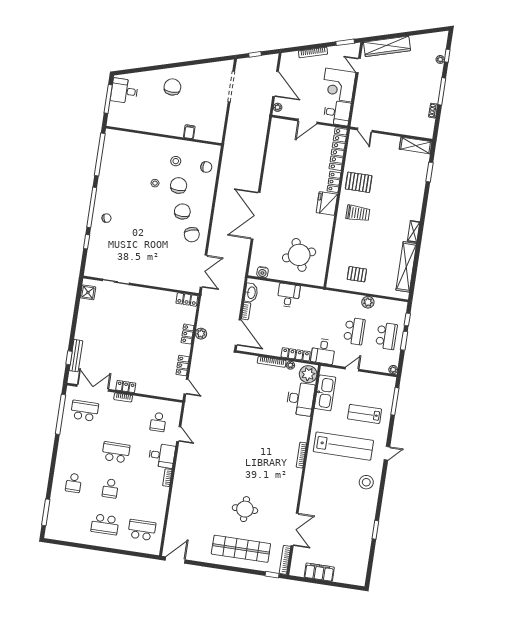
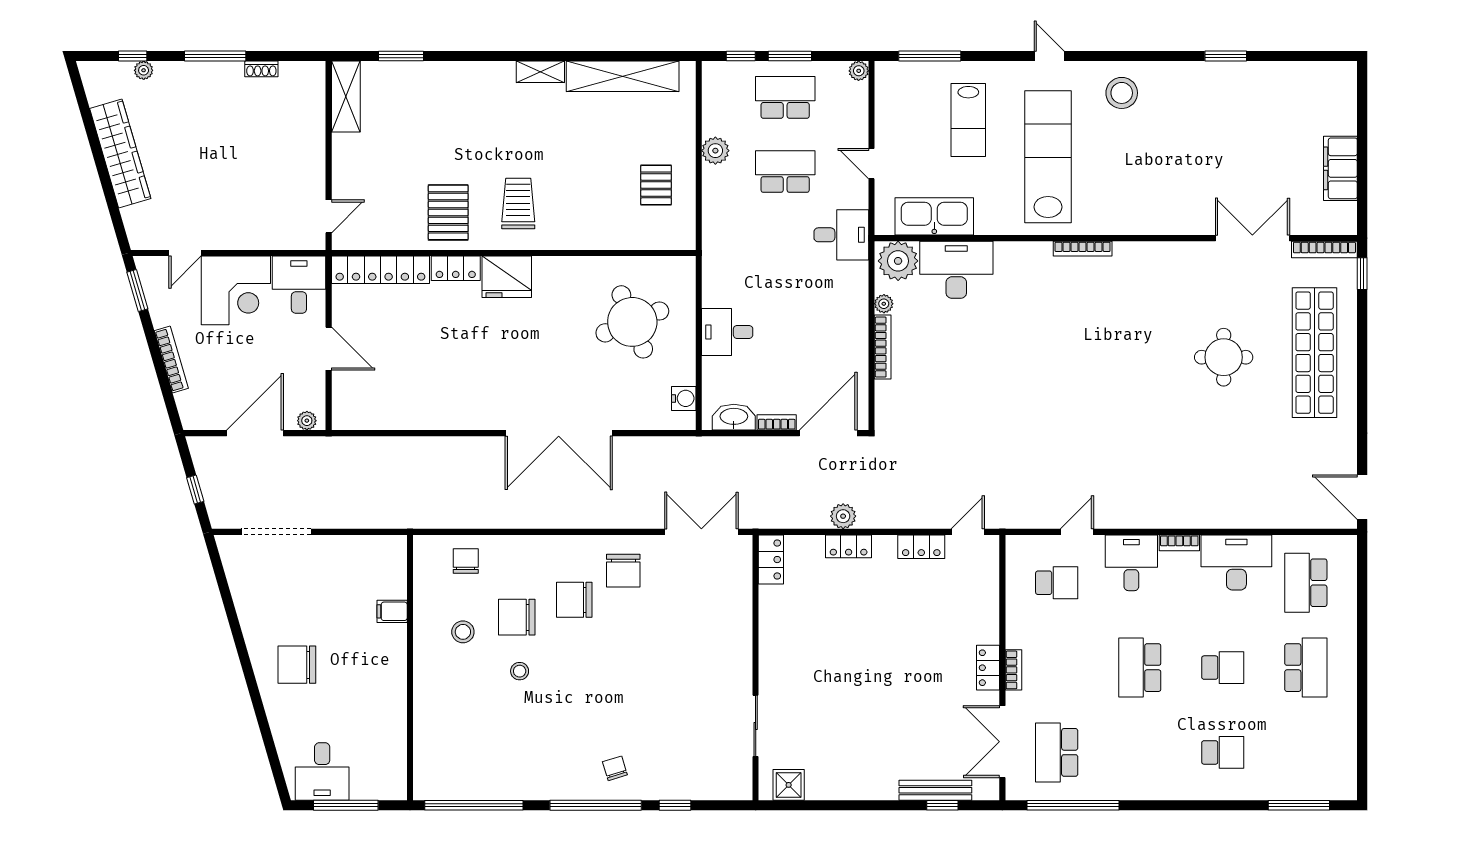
wardrobe: (387, 46) -> (120, 154), moved
chair: (192, 235) -> (623, 571), turned 106
locker: (296, 354) -> (857, 296), removed
desk: (155, 501) -> (1236, 562), added

